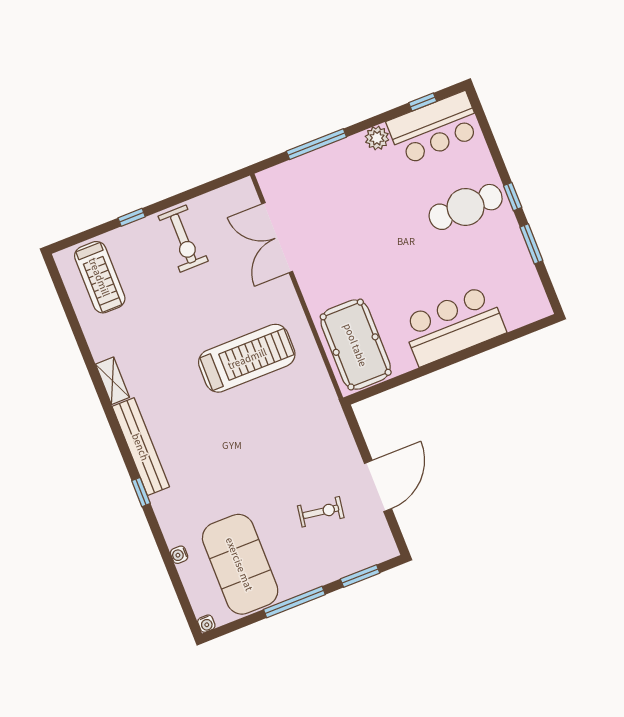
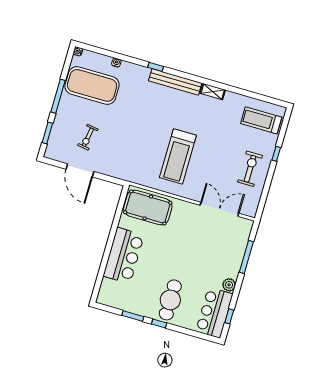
exercise bike: (183, 239) -> (250, 169), turned 90

